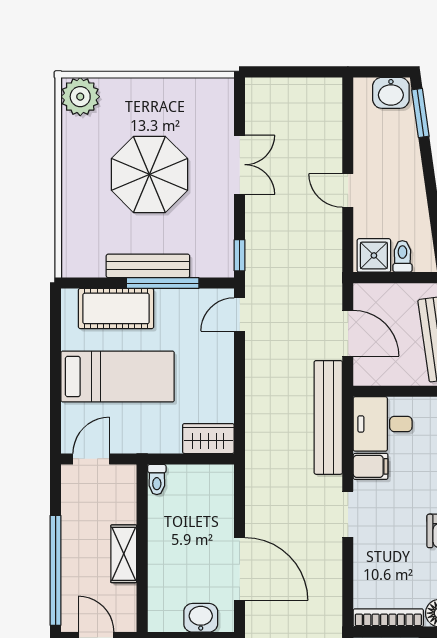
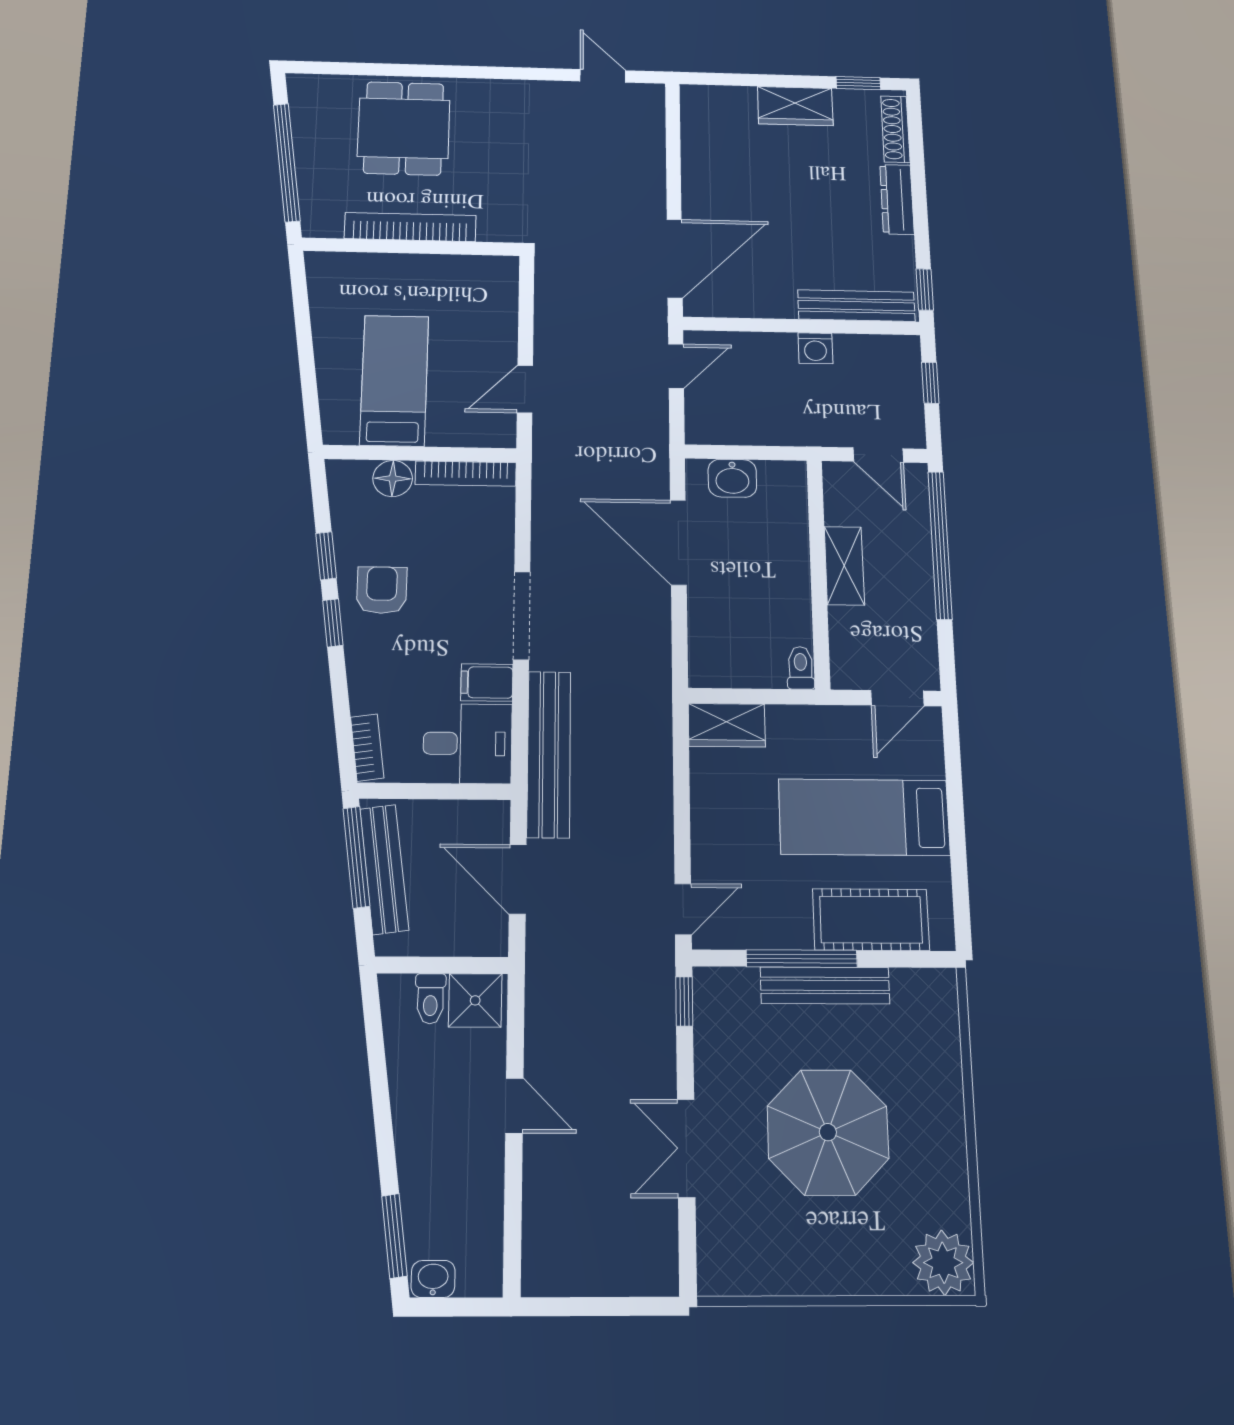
washbasin: (391, 93) -> (433, 1279), width x0.72, depth x0.69
doorway: (348, 514) -> (522, 616), width x1.38

